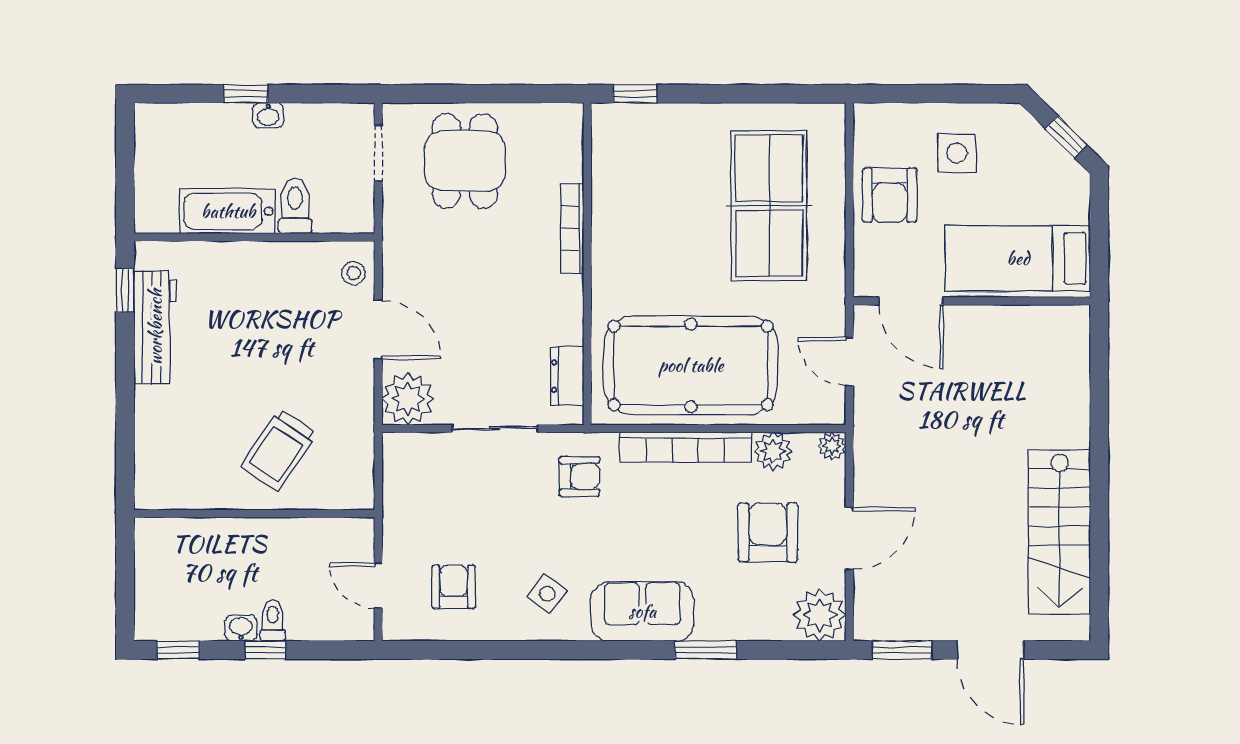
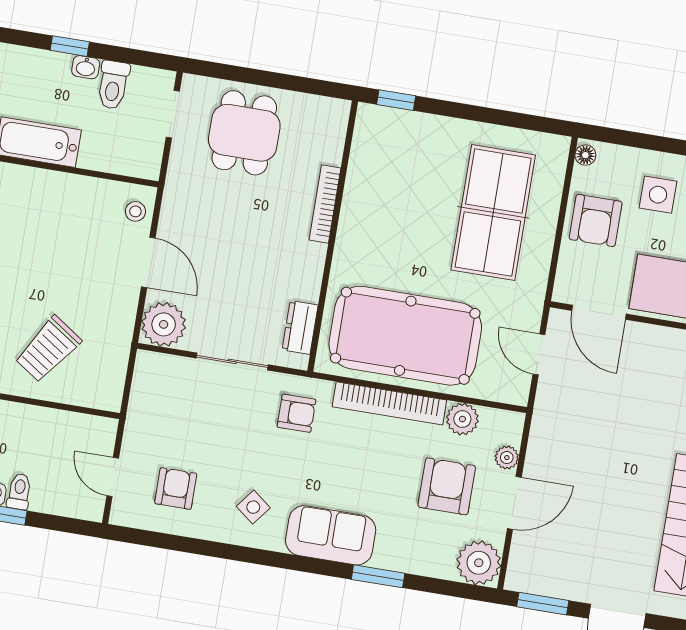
floor lamp: (865, 121) -> (585, 155), added
toilet: (295, 206) -> (113, 85), moved, turned 180
plant: (832, 446) -> (507, 458), moved

